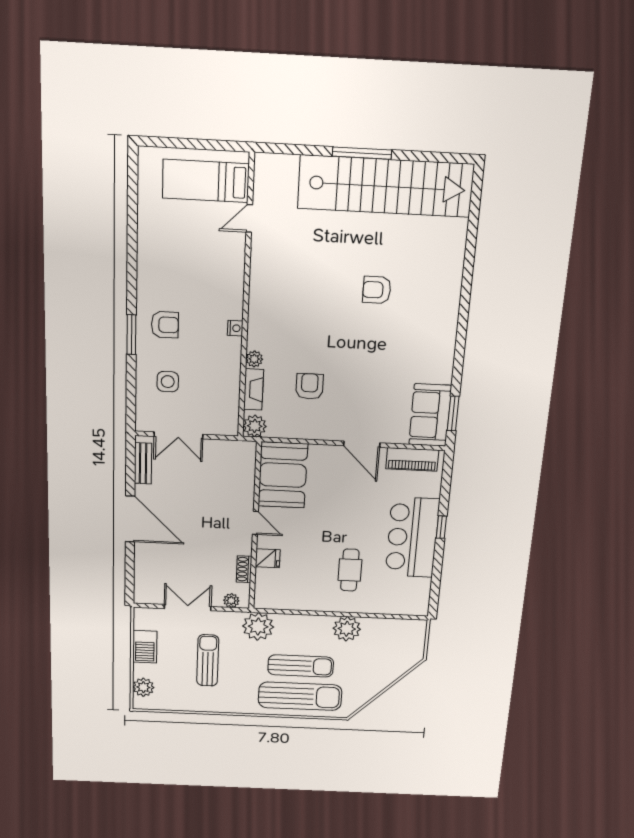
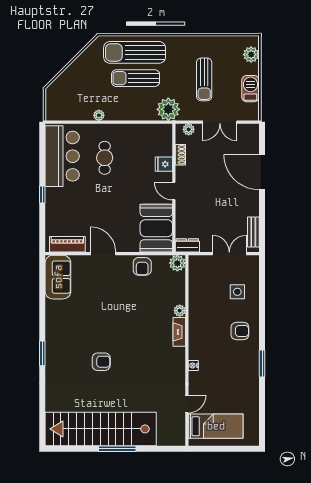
armchair: (165, 325) -> (240, 331), turned 180
nightstand: (235, 328) -> (193, 365), moved
window: (131, 335) -> (262, 364), moved
armchair: (310, 386) -> (142, 266), moved
fireplace: (254, 389) -> (179, 332), moved
window: (453, 413) -> (42, 353), moved
dresser: (239, 450) -> (187, 245), added
door: (130, 519) -> (262, 172), moved
bar counter: (412, 537) -> (62, 156), moved
plant: (347, 629) -> (99, 115), width x0.53, depth x0.53

